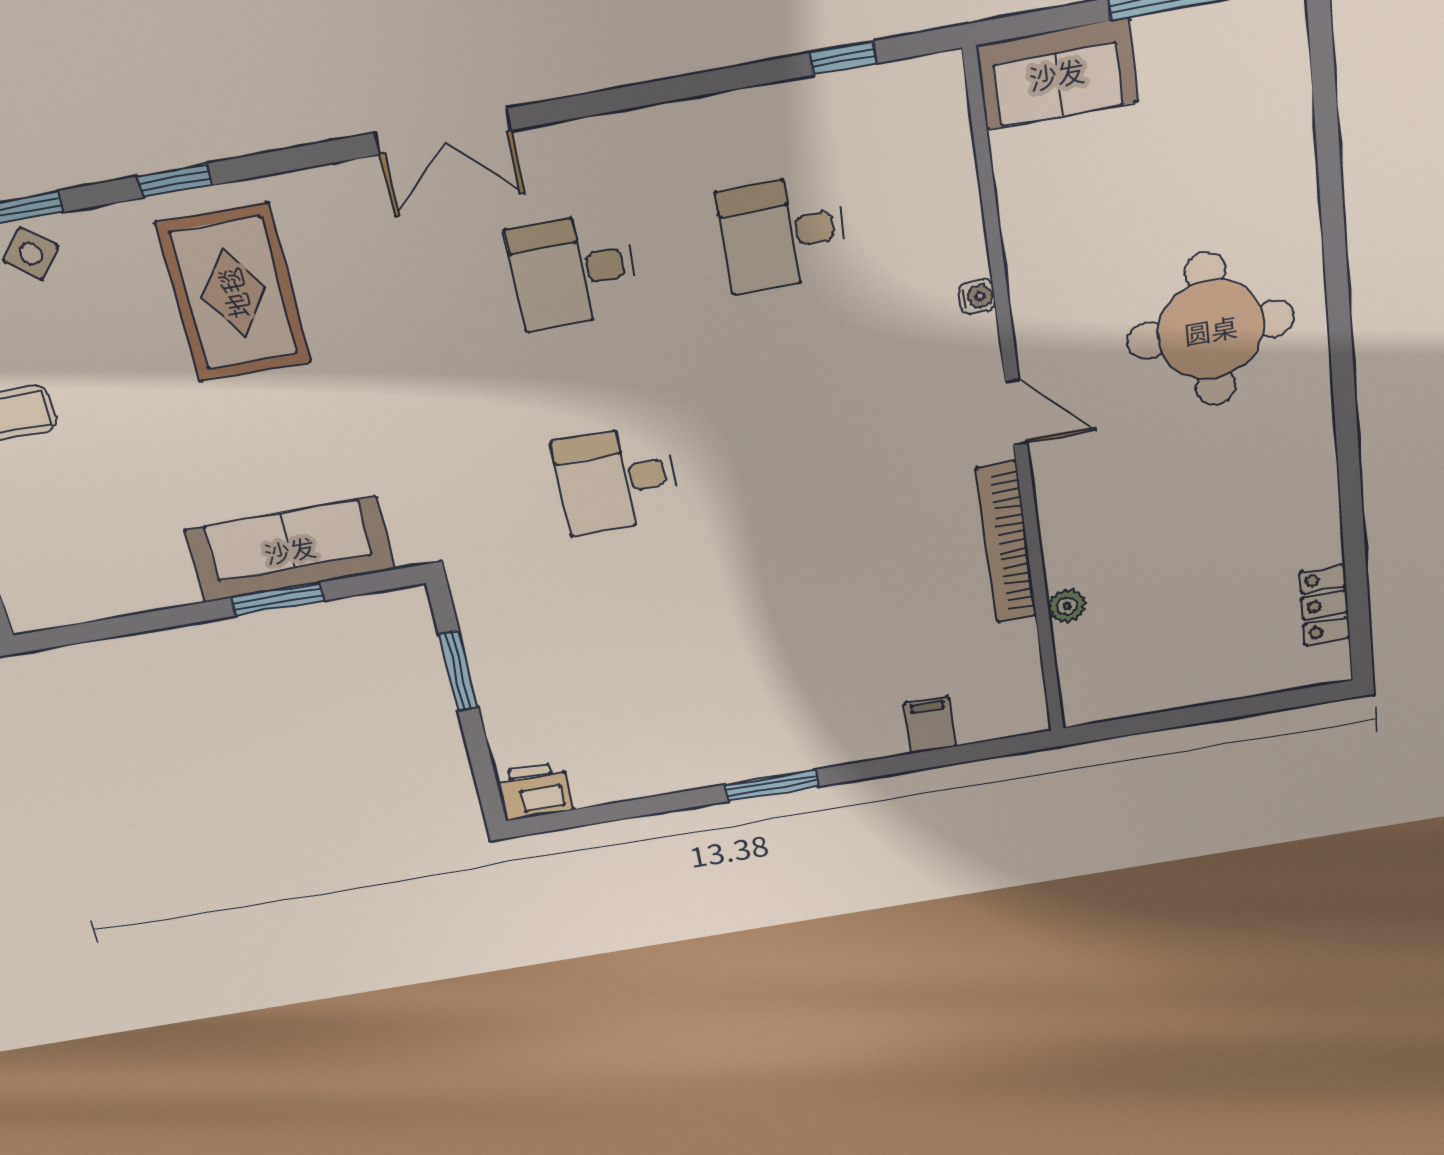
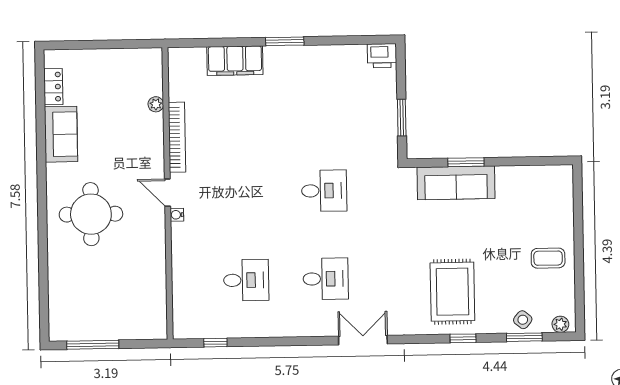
sofa: (1057, 74) -> (61, 134), moved, turned 90
water cooler: (977, 297) -> (177, 215), moved
filing cabinet: (930, 725) -> (235, 61), width x3.00, depth x1.17

